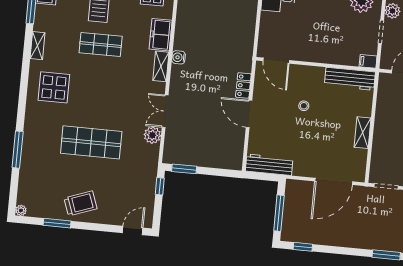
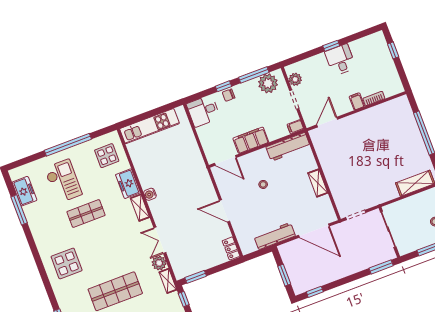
shelving: (38, 46) -> (168, 281), moved
filing cabinet: (314, 52) -> (251, 140), added
locker: (243, 86) -> (231, 248), moved
workbench: (269, 165) -> (275, 236), moved
door: (334, 181) -> (314, 231), hinge flipped
window: (279, 213) -> (284, 275), width x0.69

